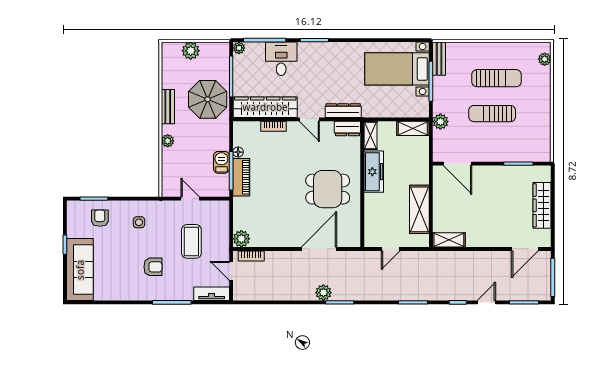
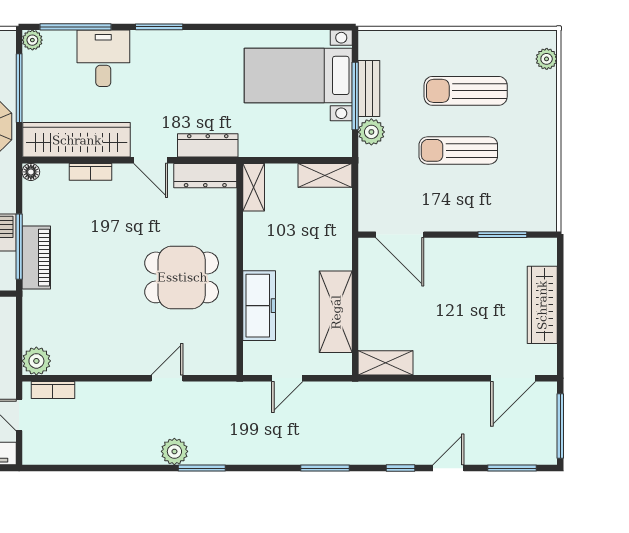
bench: (439, 59) -> (369, 89), moved
sun lounger: (497, 78) -> (466, 91), turned 180
plant: (440, 122) -> (371, 132), moved
dresser: (347, 128) -> (205, 176), width x1.44
floor lamp: (238, 152) -> (31, 172), moved
freezer: (374, 172) -> (259, 306), moved
door: (319, 249) -> (167, 378), width x0.53

